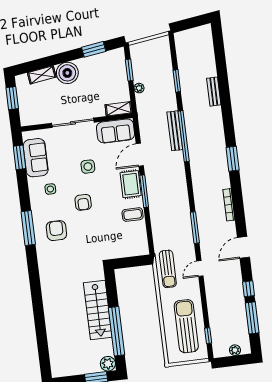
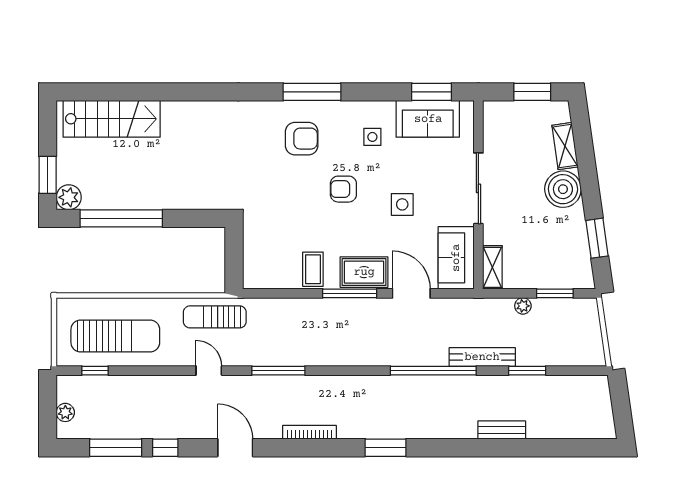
bench: (175, 131) -> (482, 357), moved
stairs: (98, 310) -> (112, 119), moved, turned 180

